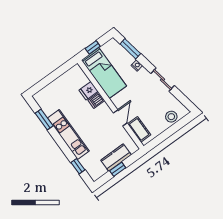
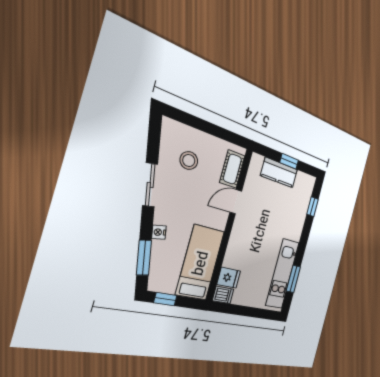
window: (93, 47) -> (165, 299), moved
fridge: (88, 91) -> (229, 278), moved
dishwasher: (96, 100) -> (223, 295), moved
stool: (171, 117) -> (189, 160), moved
kitchen unit: (68, 135) -> (282, 274), moved

